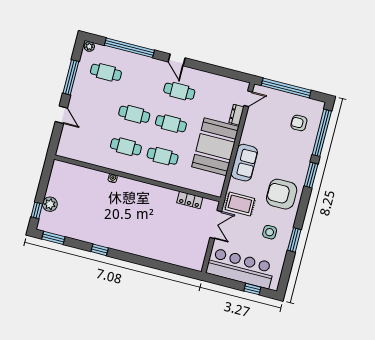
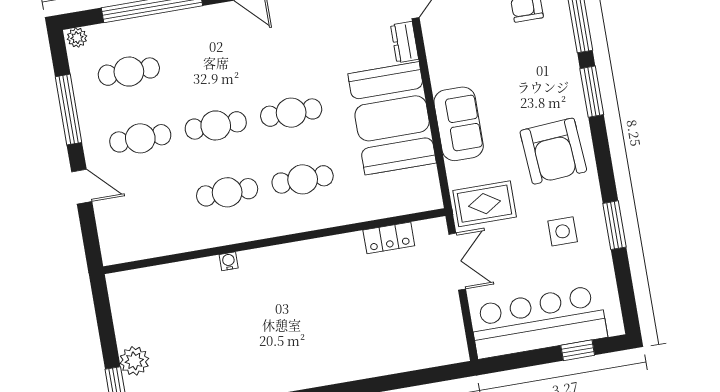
cafe table: (179, 91) -> (140, 138), moved
armchair: (282, 194) -> (553, 151), turned -94

